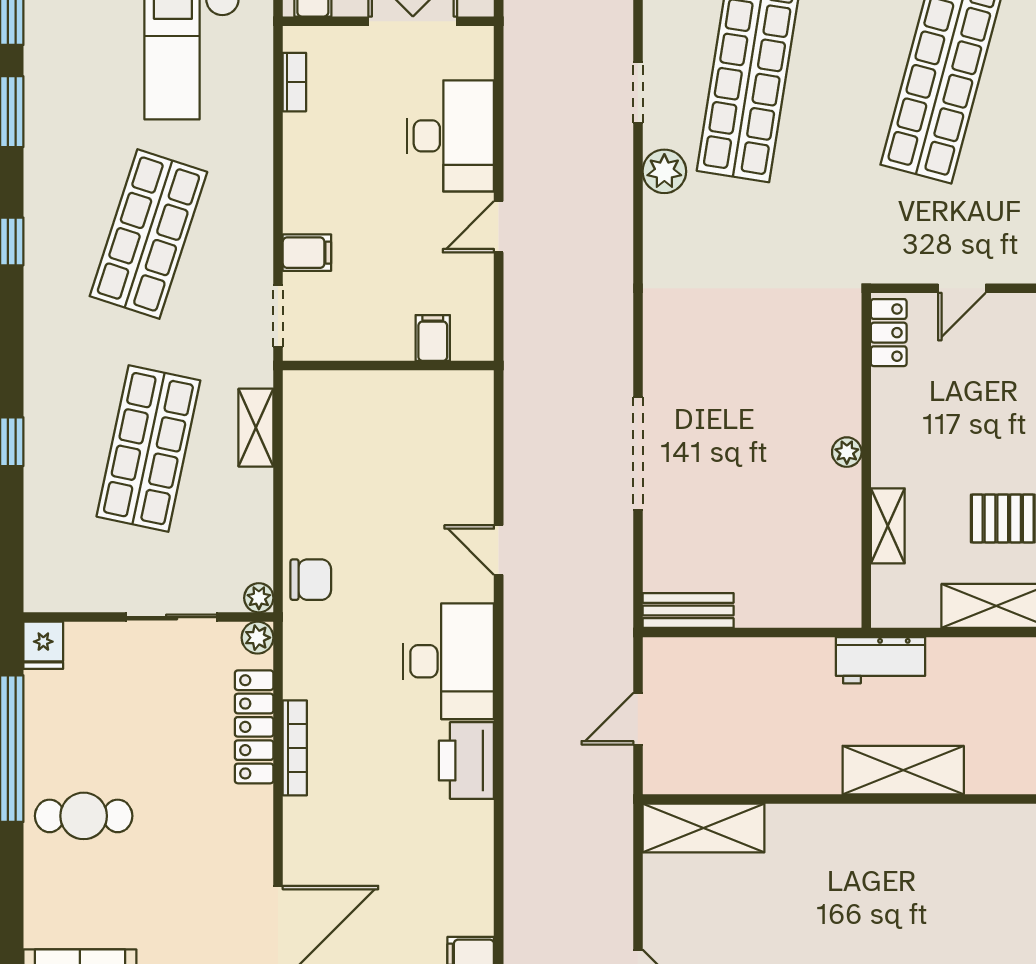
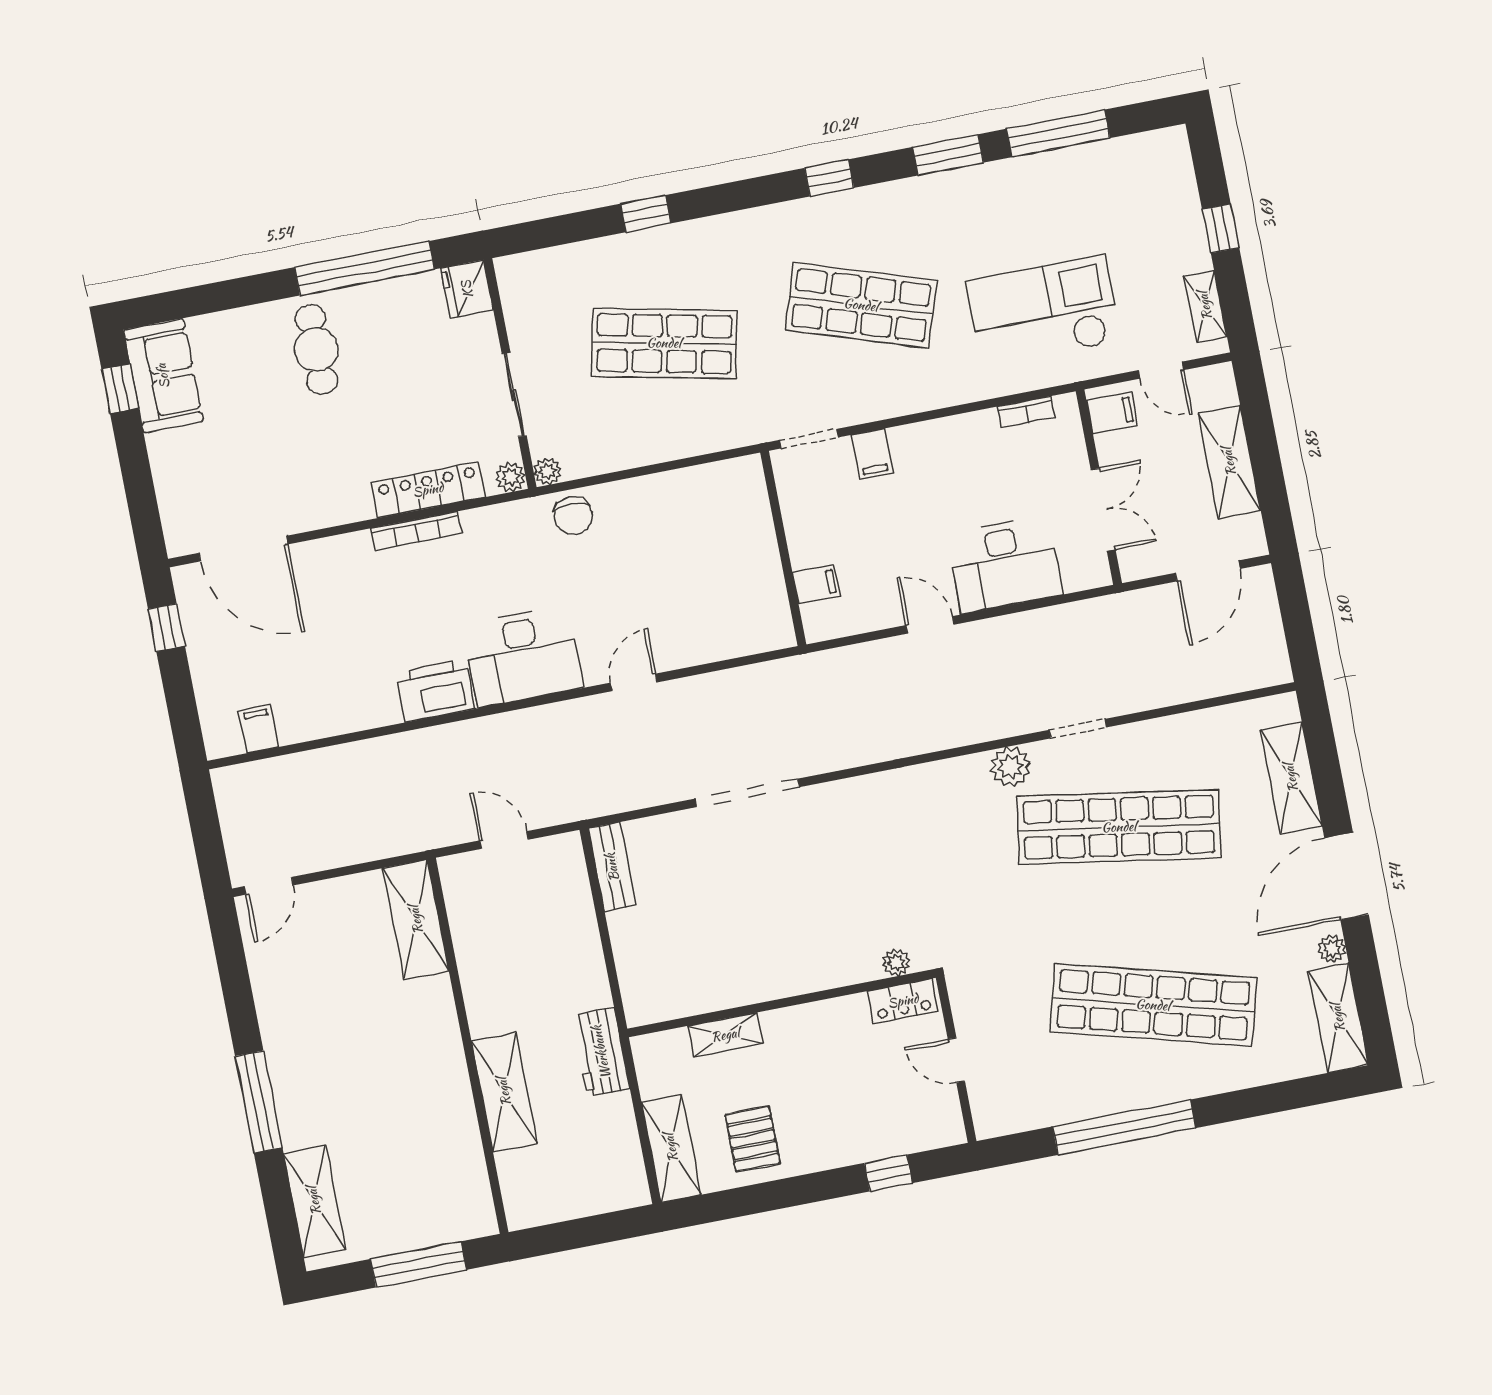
shelving: (256, 428) -> (703, 438), removed
plant: (847, 452) -> (896, 962), moved
fridge: (43, 645) -> (467, 289), width x1.38

